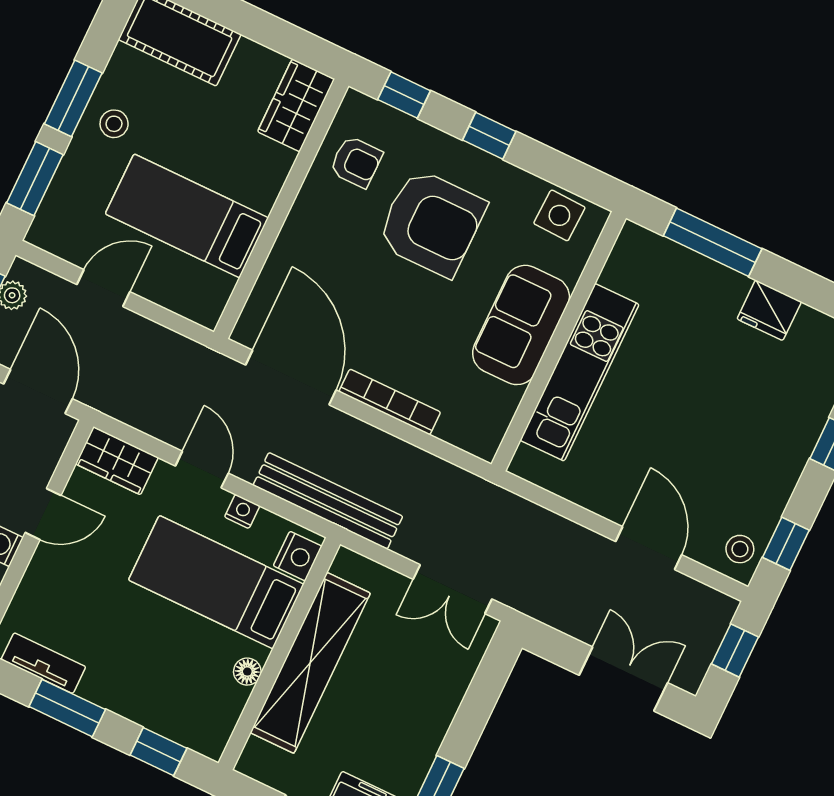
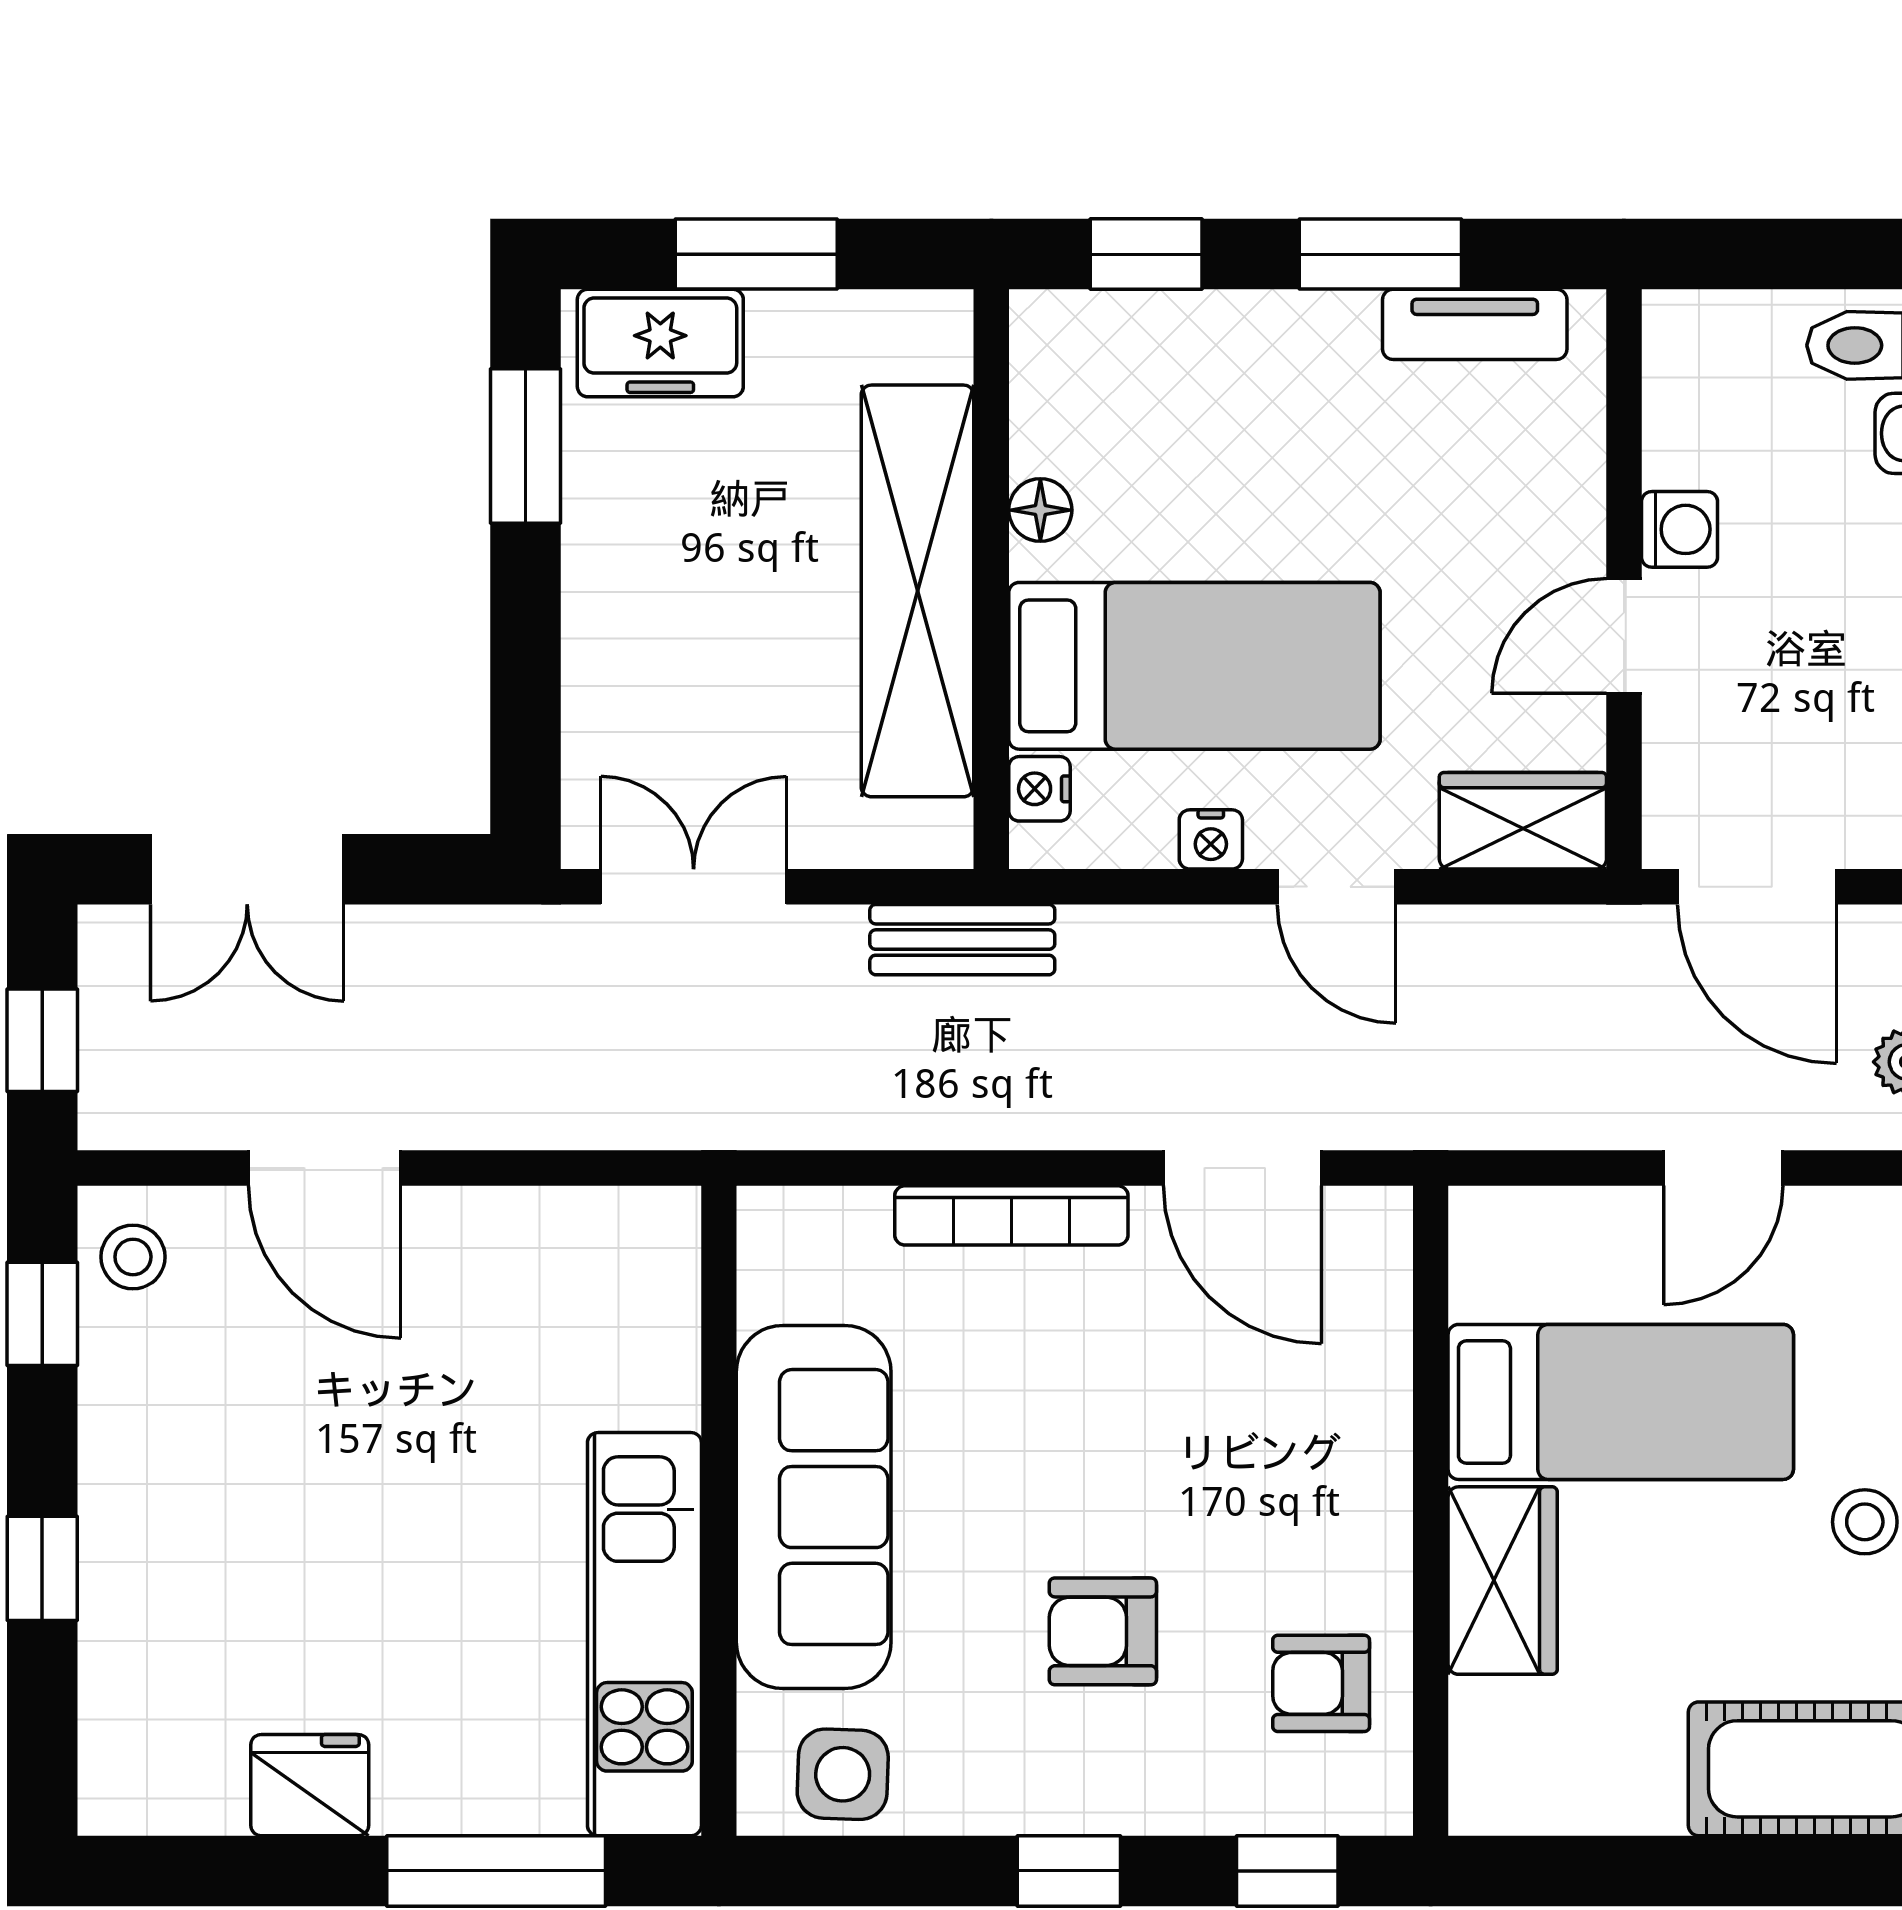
wardrobe: (296, 105) -> (1503, 1581), moved
armchair: (431, 223) -> (1103, 1631), width x0.53, depth x0.53
sofa: (521, 325) -> (814, 1507), width x1.36
kitchen unit: (579, 372) -> (644, 1634), moved
door: (291, 377) -> (1242, 1168), width x0.73
bench: (328, 501) -> (962, 940), width x0.54, depth x0.82
nightstand: (298, 556) -> (1039, 789), width x0.72, depth x0.74

